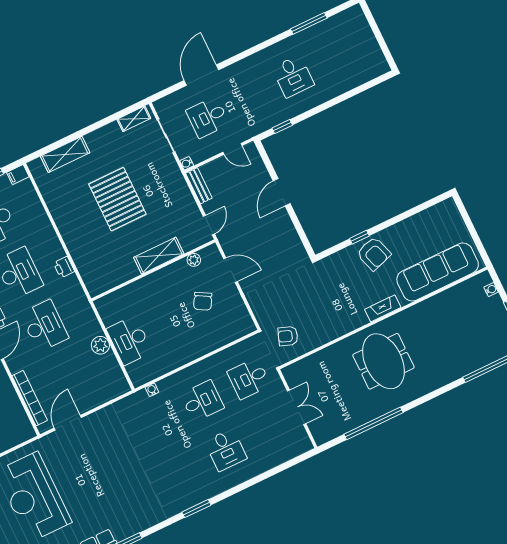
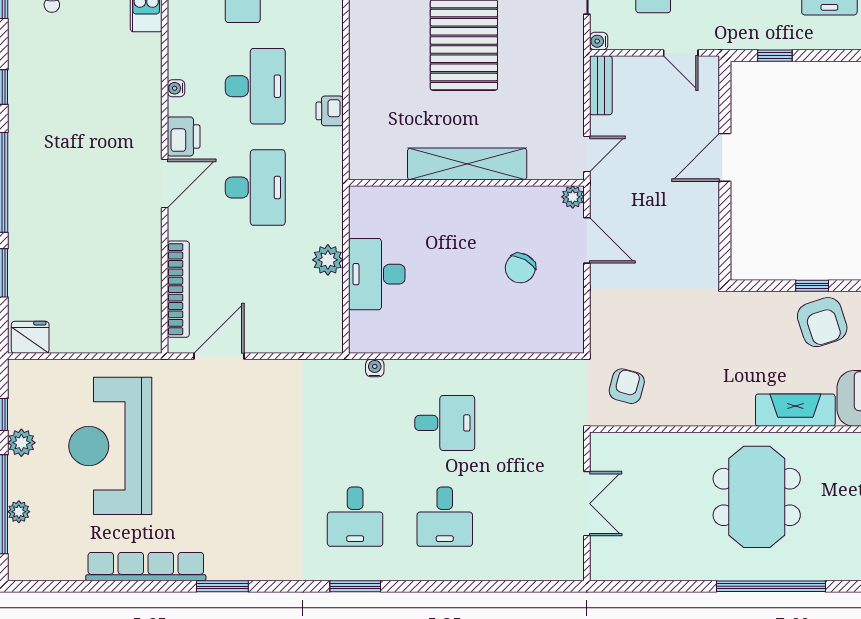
shelving: (159, 256) -> (467, 164), width x1.47
plant: (194, 260) -> (573, 197), moved
fireplace: (383, 308) -> (795, 410), width x1.37, depth x1.32
armchair: (288, 336) -> (627, 386), turned 85
desk: (249, 378) -> (355, 517), moved, turned -90
window: (373, 423) -> (771, 586), moved

